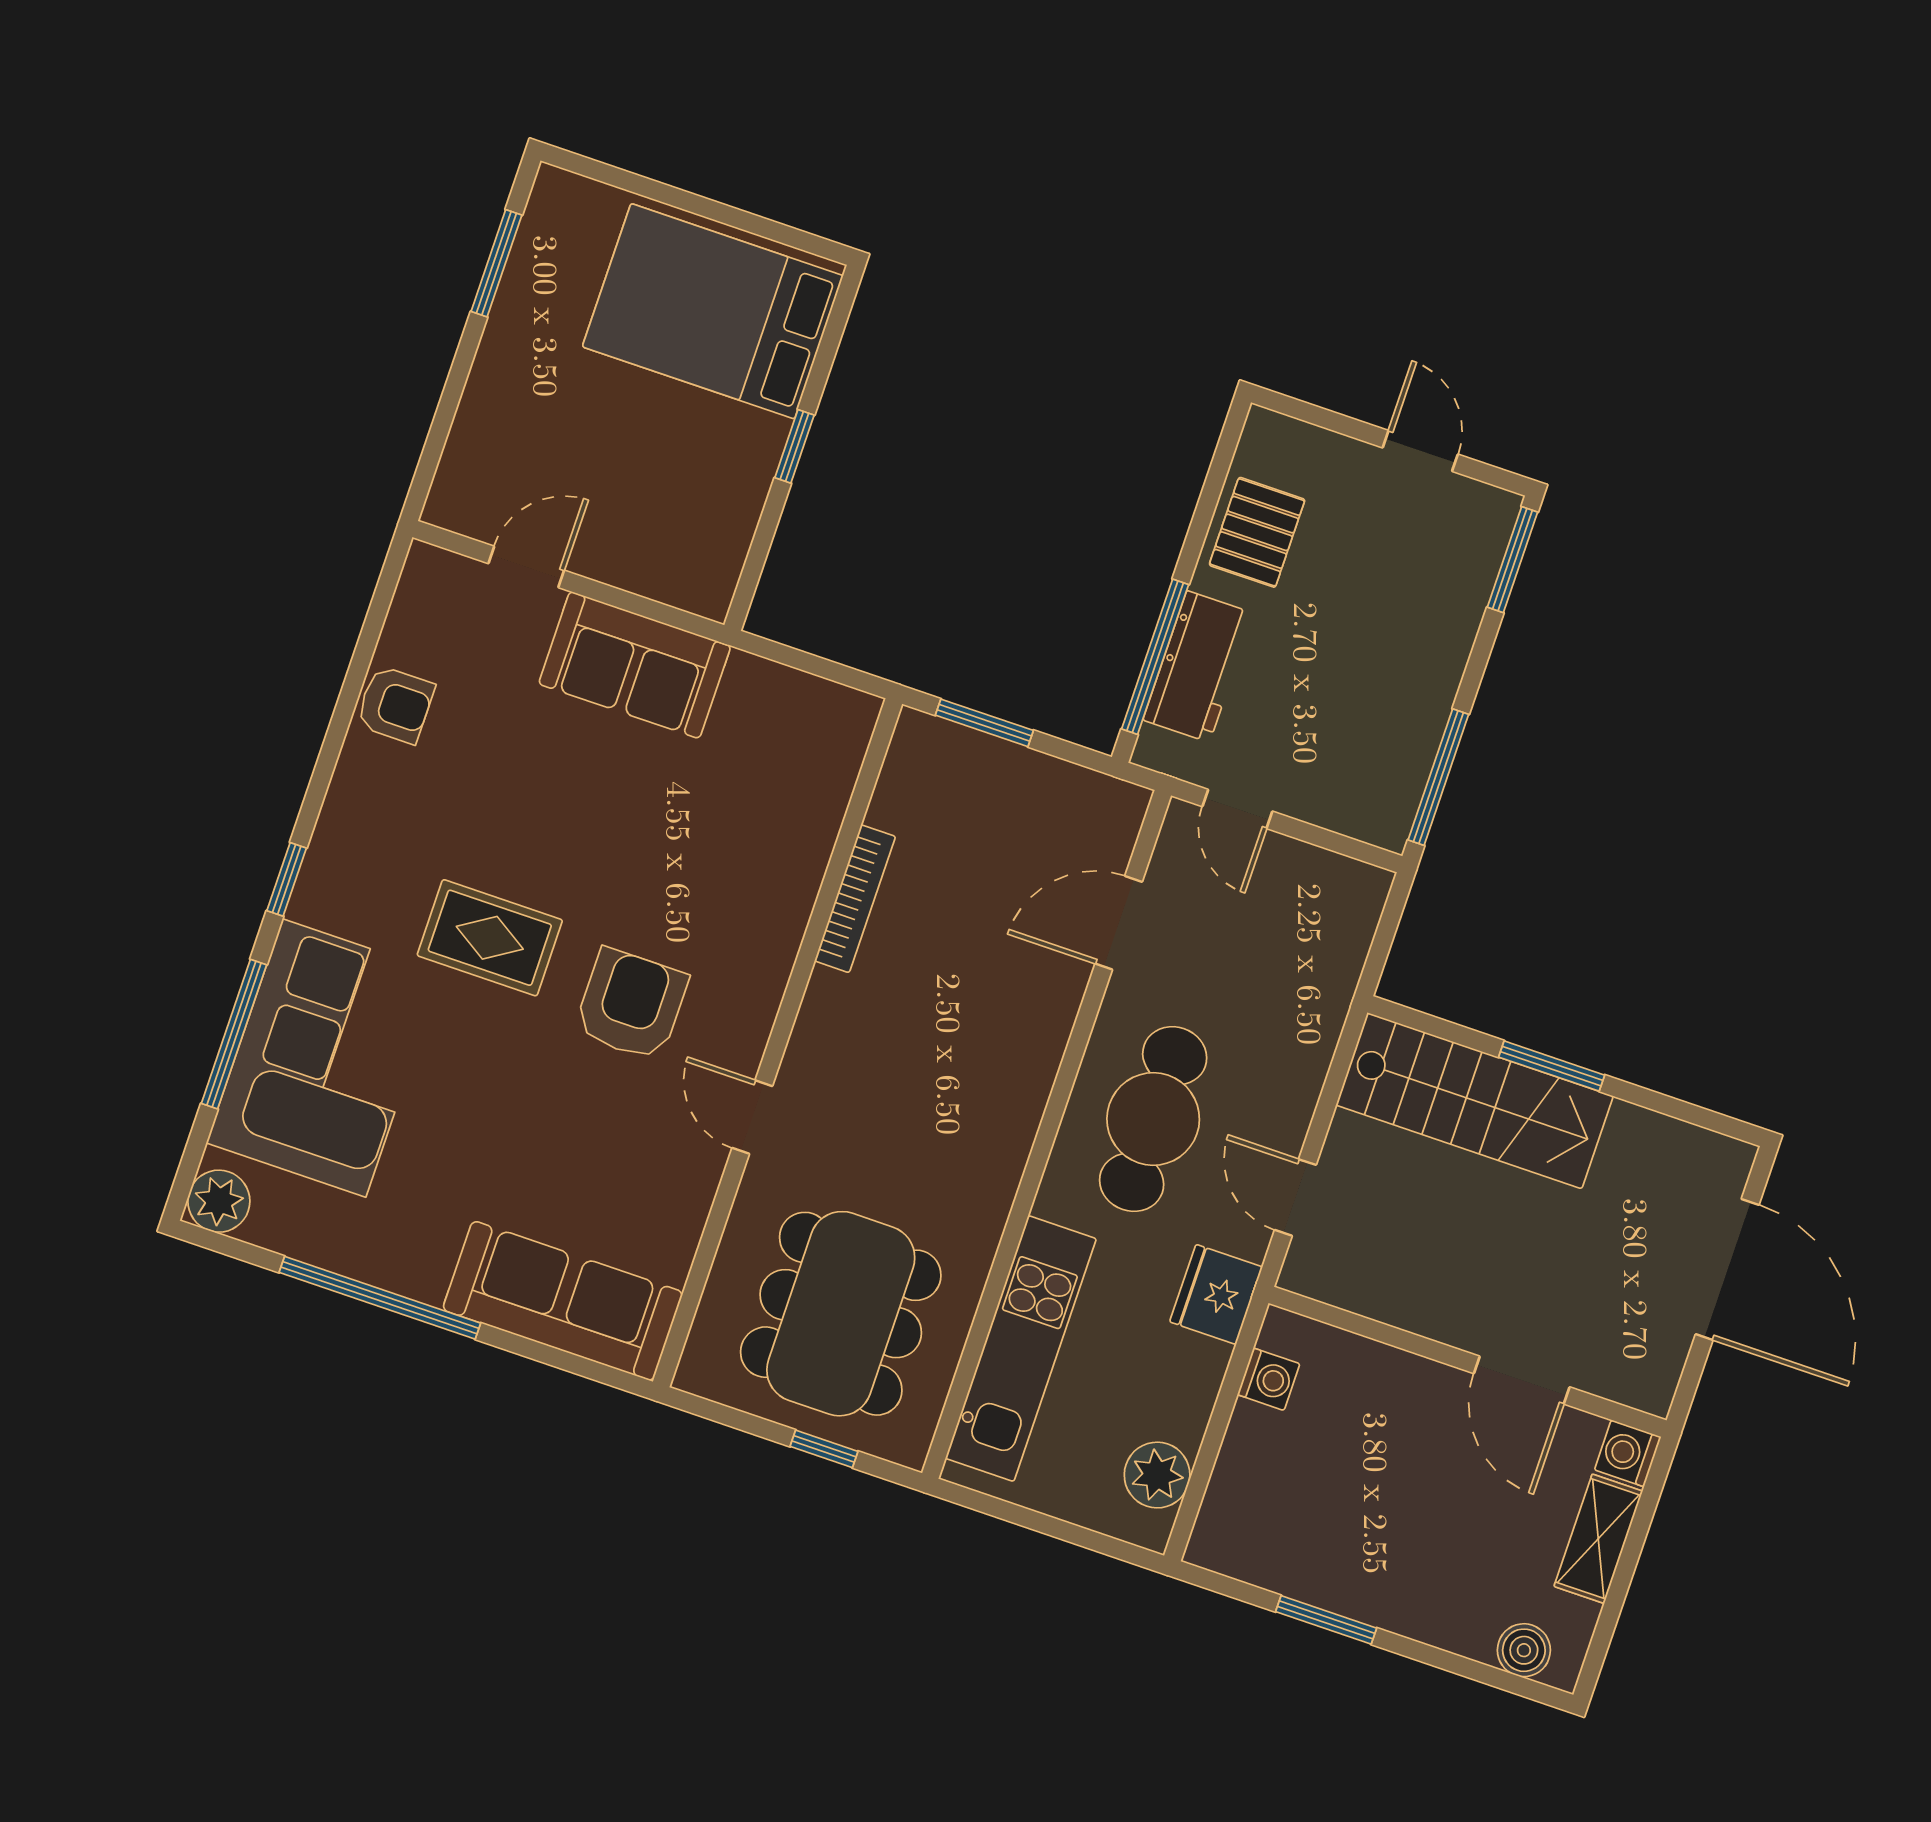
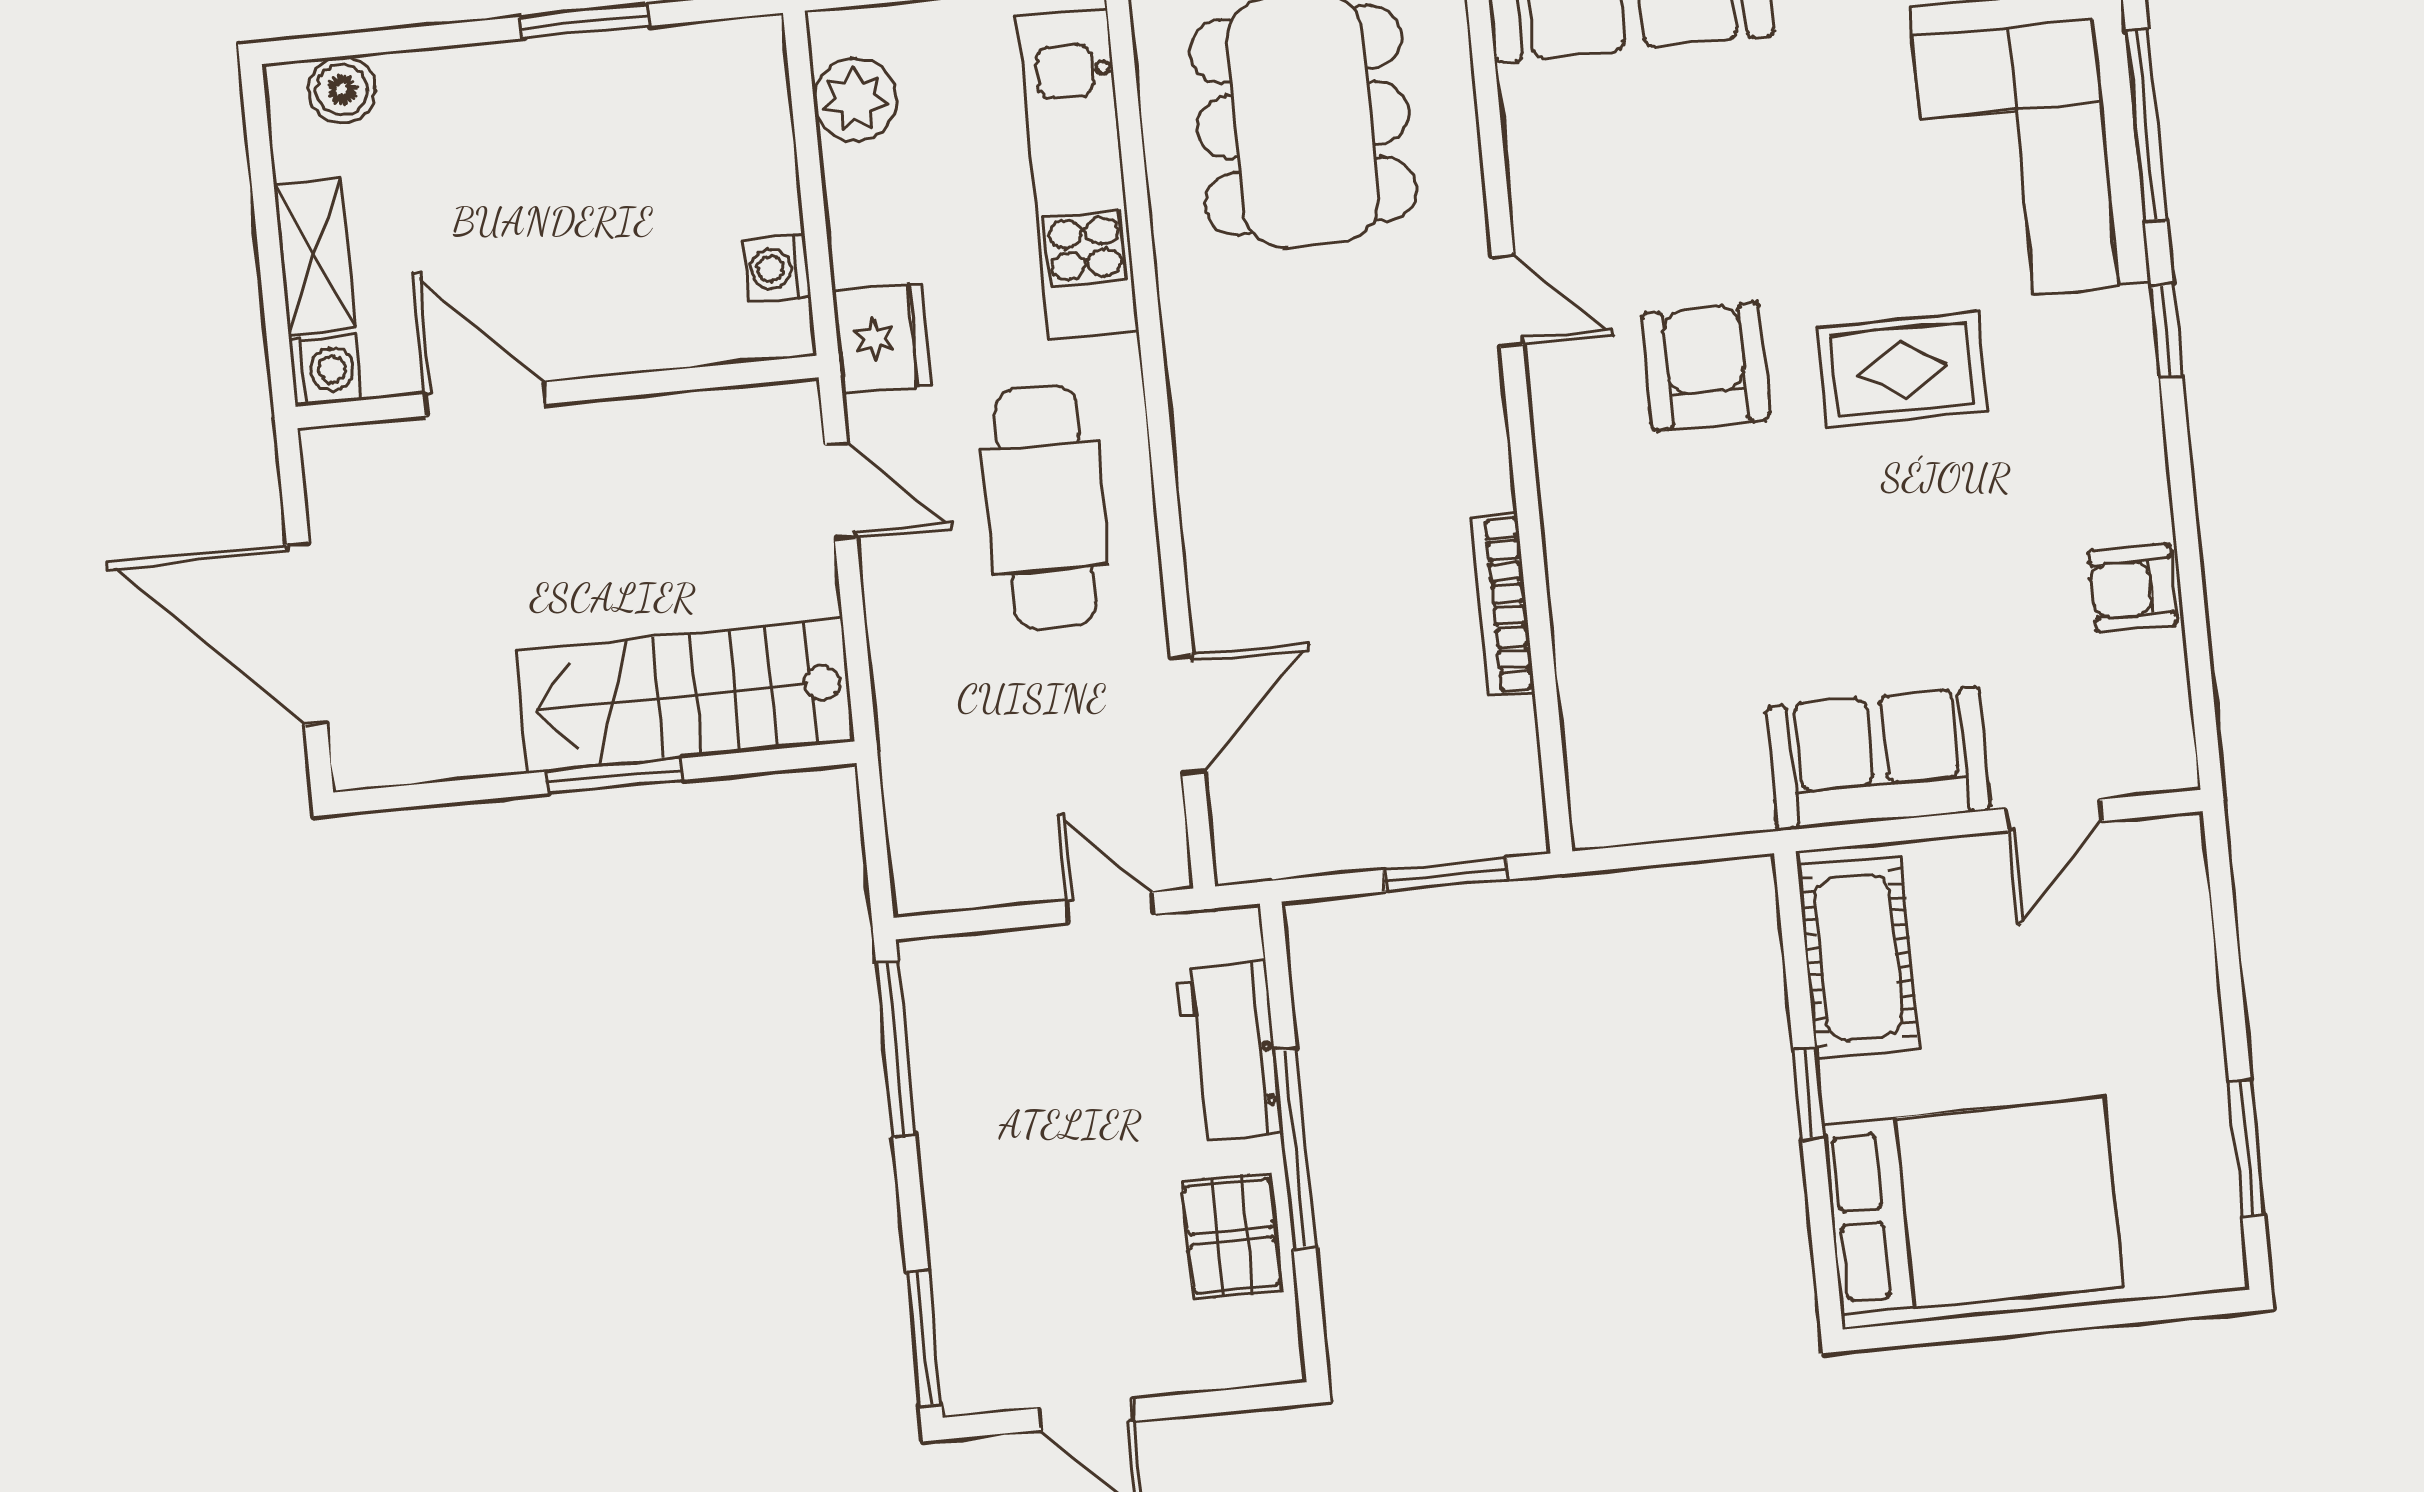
cot: (714, 528) -> (1858, 957), added
window: (1155, 657) -> (1295, 1148), moved
armchair: (631, 1004) -> (1705, 367), turned 180

